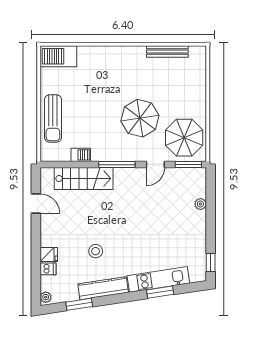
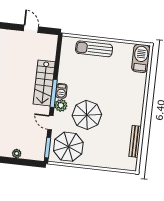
plant: (131, 153) -> (61, 105), added
barbecue: (81, 155) -> (61, 91), moved
stairs: (84, 179) -> (44, 83), moved
door: (36, 204) -> (31, 29), swing flipped

